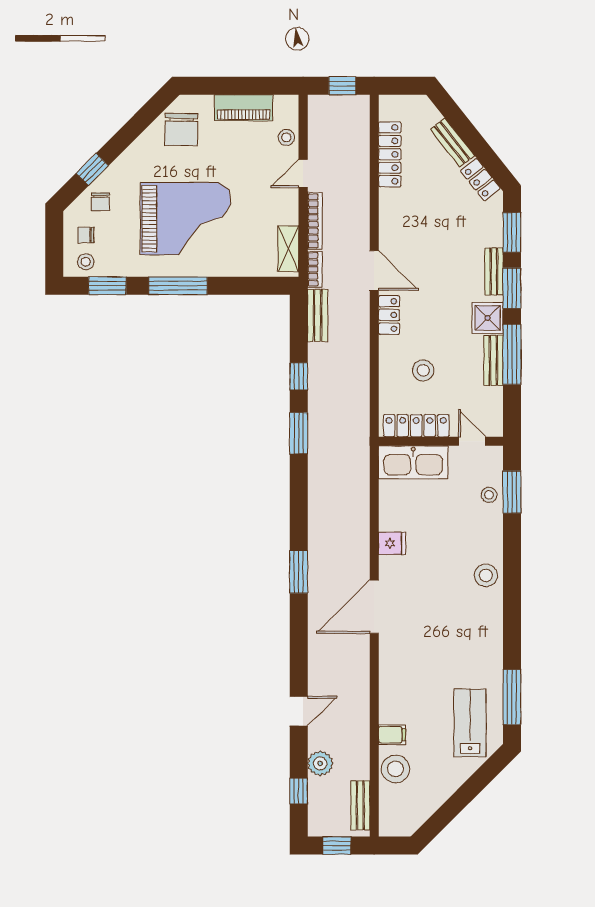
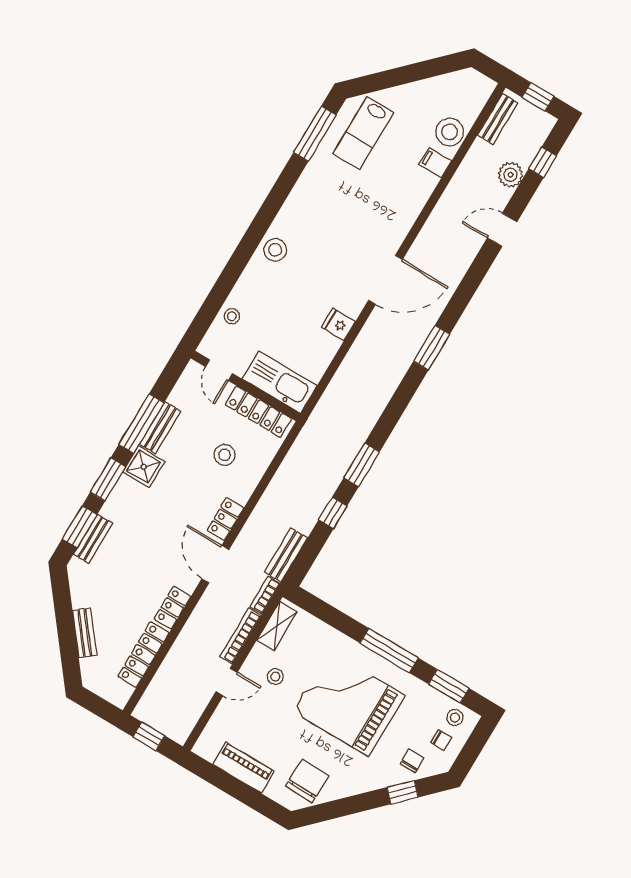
stool: (286, 137) -> (275, 677), moved
locker: (480, 180) -> (172, 608), moved, turned -142
bench: (494, 272) -> (93, 539), moved
window: (512, 492) -> (211, 307), removed

